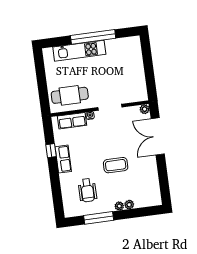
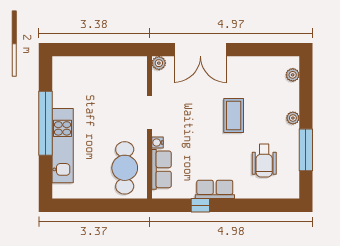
wheelchair: (87, 190) -> (264, 161), turned 90
plant: (129, 205) -> (293, 75), moved

